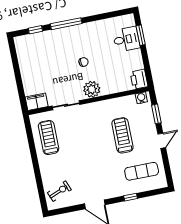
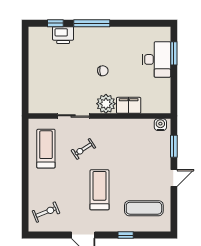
desk: (126, 39) -> (157, 59), width x1.37
printer: (139, 79) -> (63, 35), moved, turned -90
filing cabinet: (37, 102) -> (129, 105), moved
exercise bike: (80, 131) -> (83, 149), added
treadmill: (122, 135) -> (99, 190), moved

